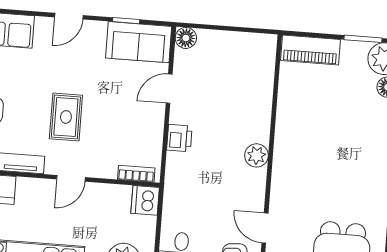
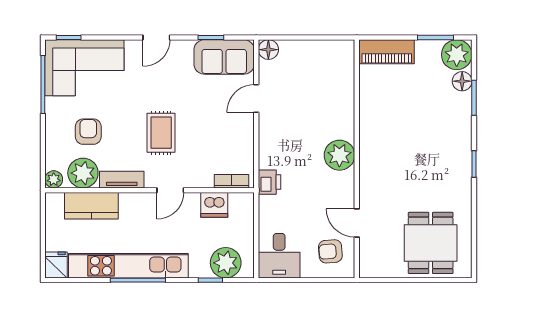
printer: (179, 138) -> (270, 182), moved
plant: (256, 155) -> (339, 155), width x1.36, depth x1.36
dishwasher: (145, 200) -> (214, 205), moved, turned -90

